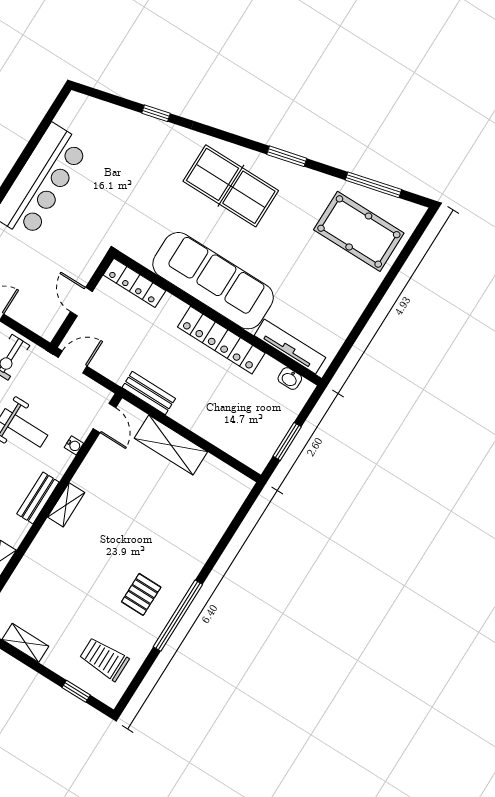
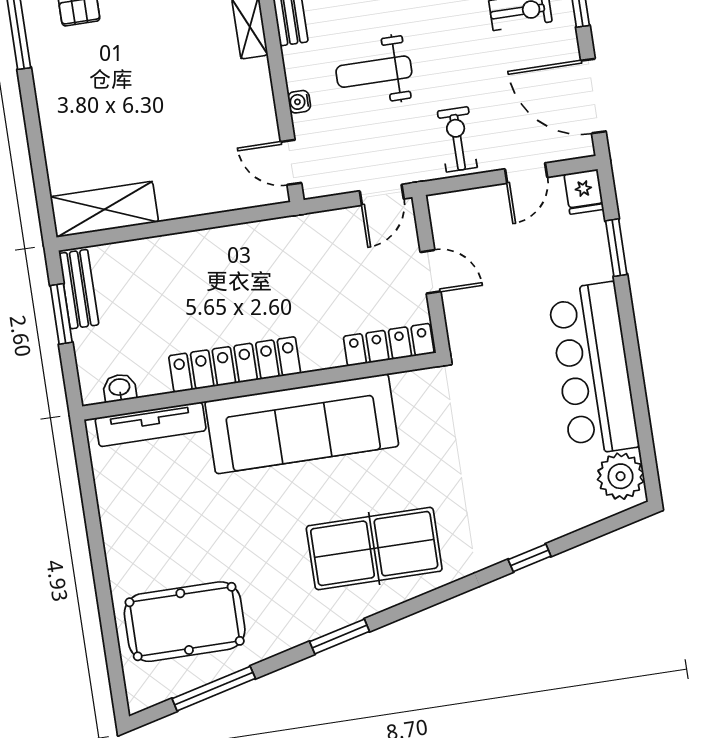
plant: (74, 115) -> (621, 476), added
bench: (149, 393) -> (79, 289), moved, turned 90
shelving: (171, 445) -> (104, 209), moved

